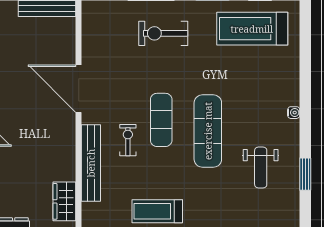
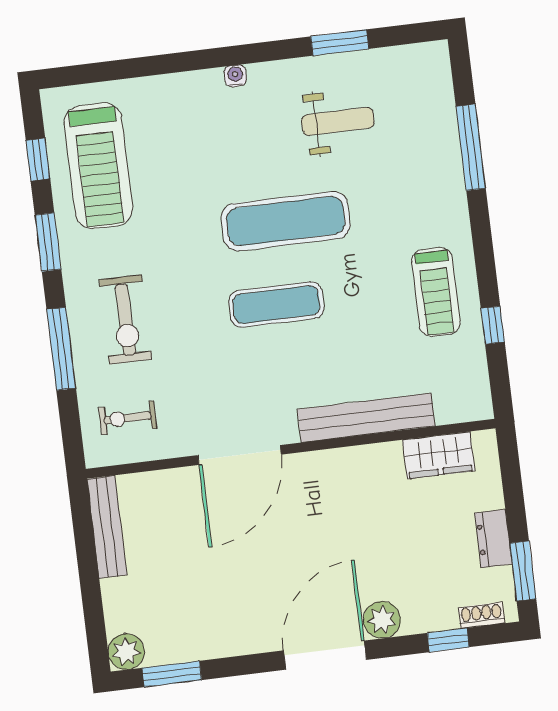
exercise bike: (128, 140) -> (128, 418), moved

